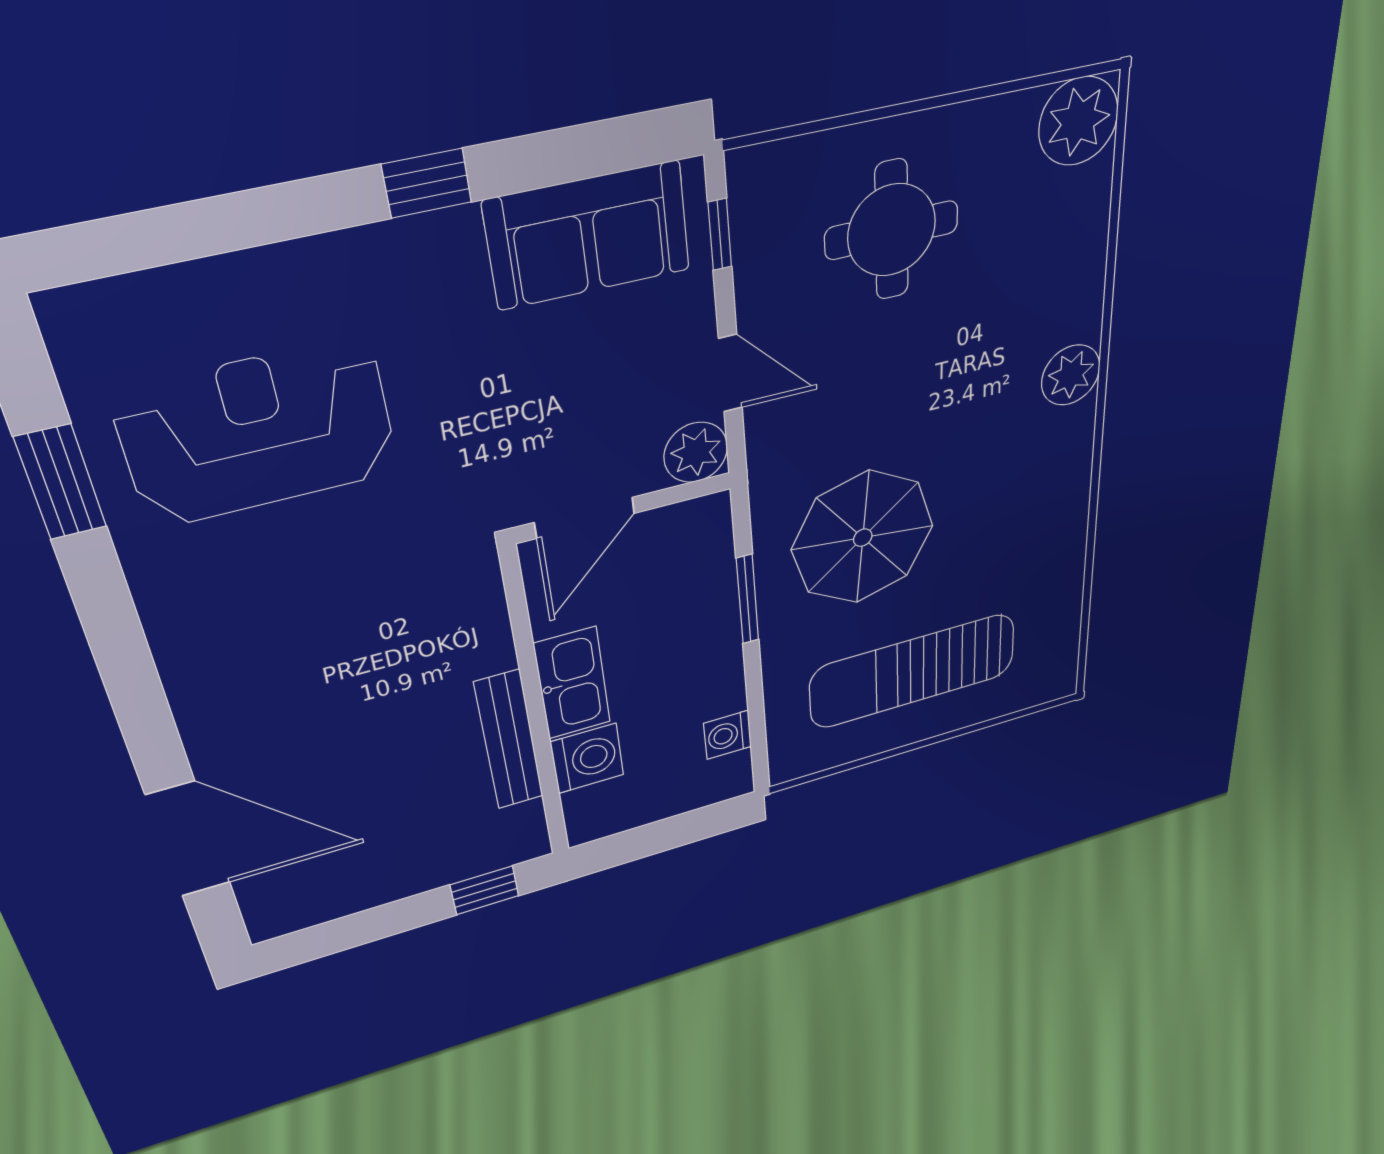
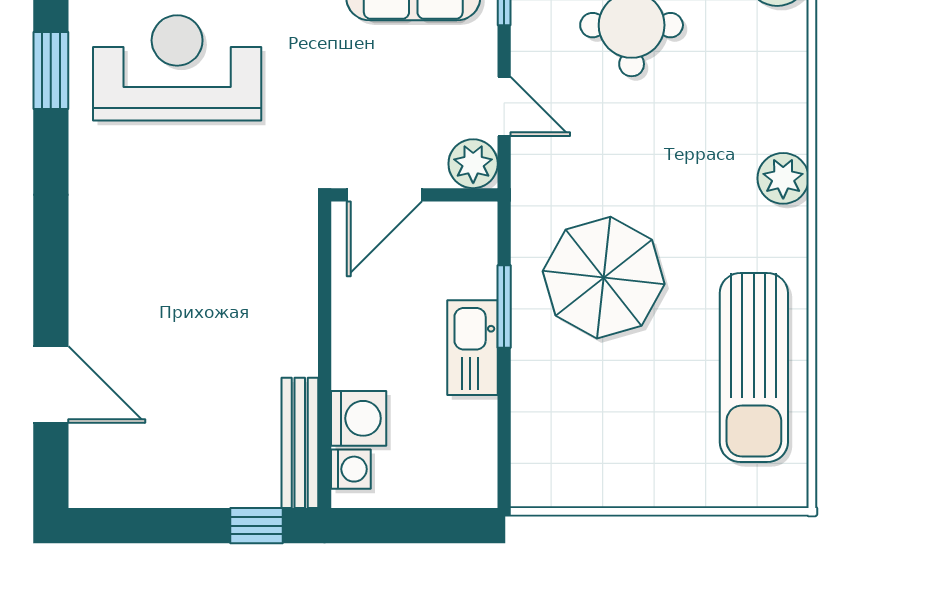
sun lounger: (913, 671) -> (754, 368), moved, turned -90
kitchen sink: (572, 683) -> (473, 348), moved, turned 180
washing machine: (728, 735) -> (351, 469), moved, turned 180
bench: (509, 740) -> (300, 443), moved
door: (188, 839) -> (51, 385), width x0.73

